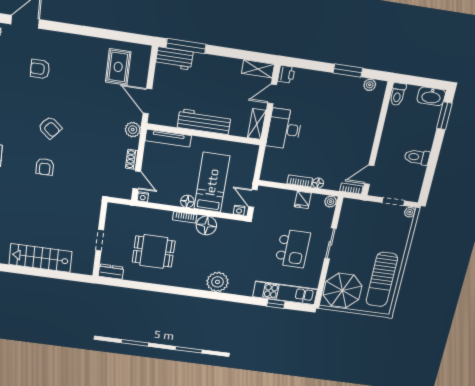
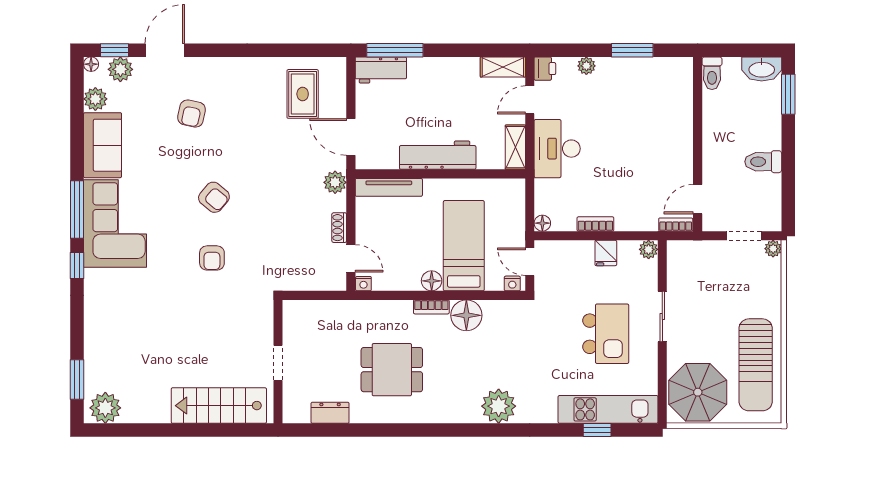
armchair: (40, 69) -> (192, 114), turned -78
plant: (370, 85) -> (586, 66), moved
floor lamp: (318, 183) -> (542, 223), moved
wall: (100, 239) -> (278, 362), moved
doorway: (100, 240) -> (278, 363), moved

